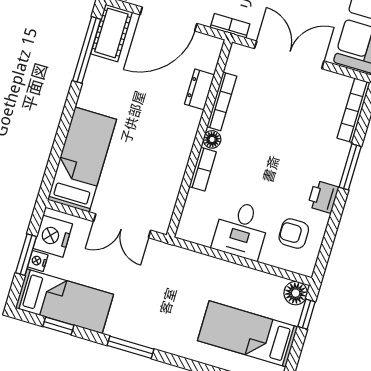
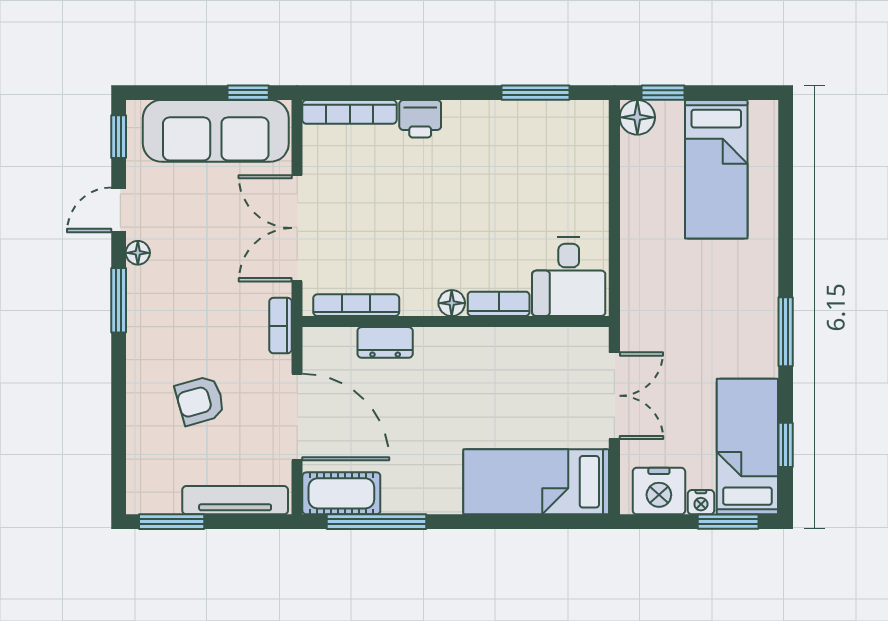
bookcase: (222, 101) -> (356, 305), moved
window: (350, 167) -> (535, 93), moved
printer: (323, 197) -> (420, 119), moved
desk: (241, 230) -> (569, 277), moved, turned 90
armchair: (294, 234) -> (552, 145), removed
window: (26, 255) -> (728, 522), moved

